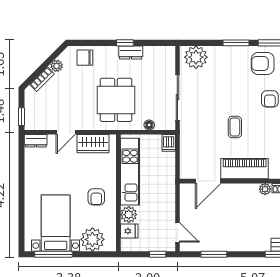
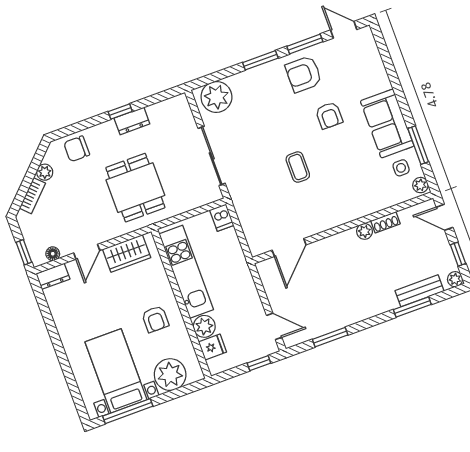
floor lamp: (149, 125) -> (53, 254), moved
piano: (245, 169) -> (329, 215), removed

